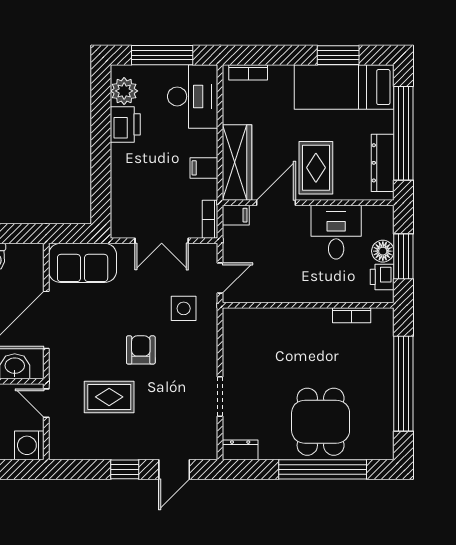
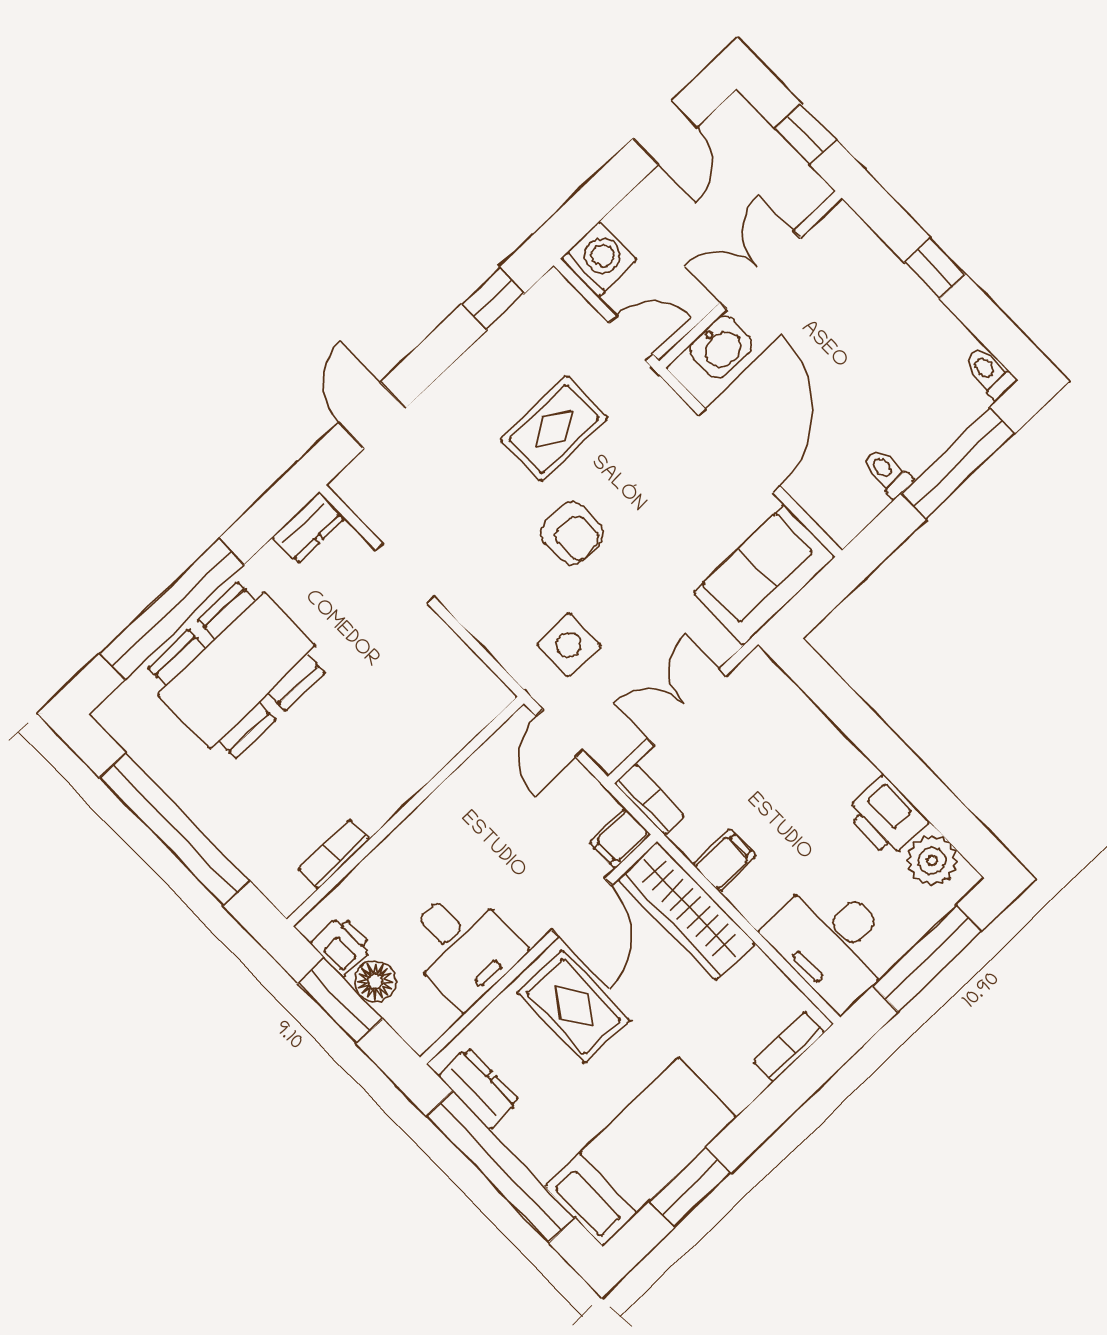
dresser: (383, 163) -> (479, 1088), width x0.70
dining table: (321, 422) -> (237, 670), width x1.37
window: (125, 469) -> (493, 299), moved

